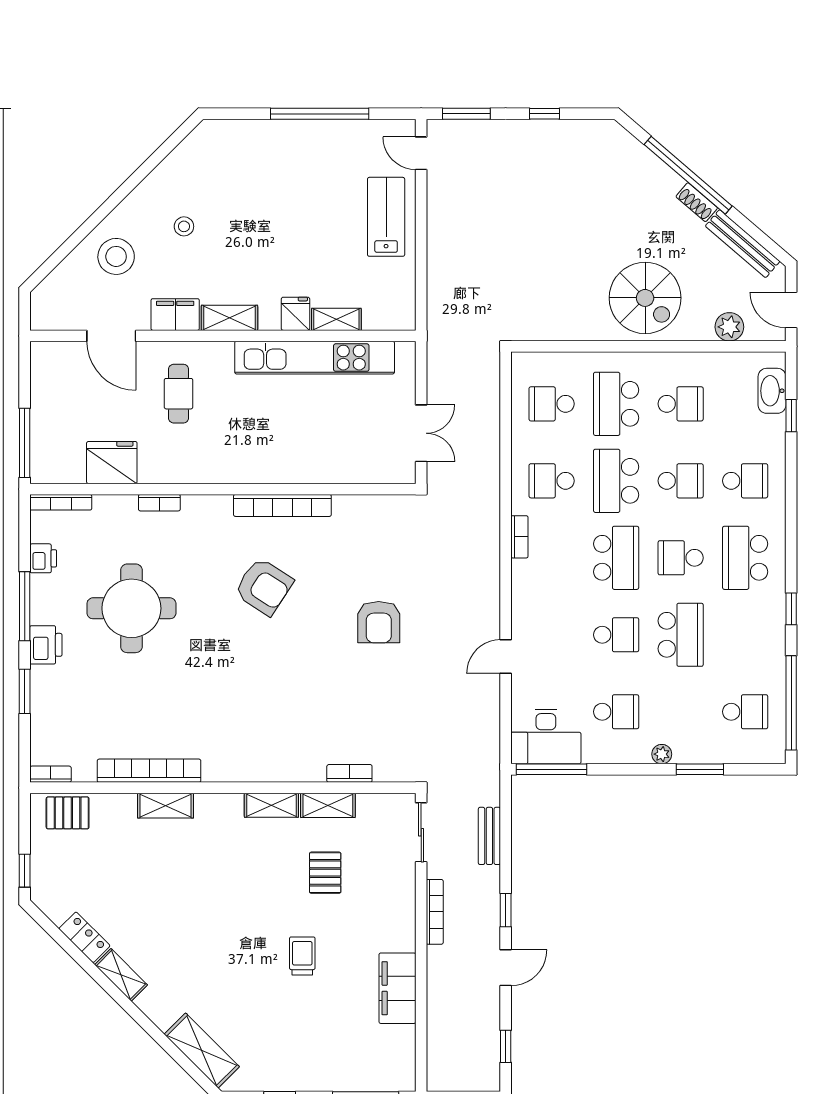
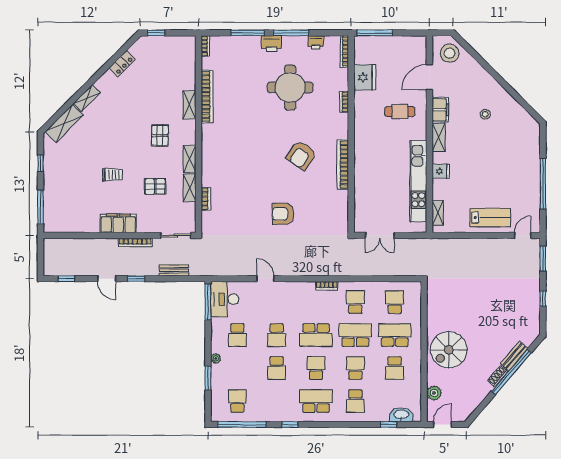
bench: (743, 244) -> (514, 356), moved, width x0.73
stool: (116, 256) -> (450, 53), moved
shelving: (336, 319) -> (438, 213), moved
school desk: (681, 481) -> (355, 368), turned 180
school desk: (681, 635) -> (277, 368), width x0.54
window: (25, 691) -> (248, 33), width x1.44
school desk: (745, 712) -> (237, 401), turned 180
pallet: (68, 813) -> (160, 135), moved
shelving: (121, 975) -> (87, 98), moved
filing cabinet: (397, 988) -> (118, 223), moved

